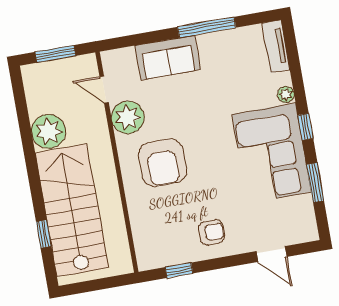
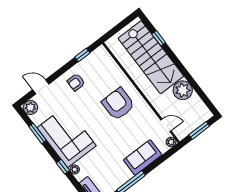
plant: (128, 117) -> (171, 142), moved, width x0.53, depth x0.53
window: (305, 127) -> (63, 167), moved
plant: (305, 230) -> (30, 108), added

